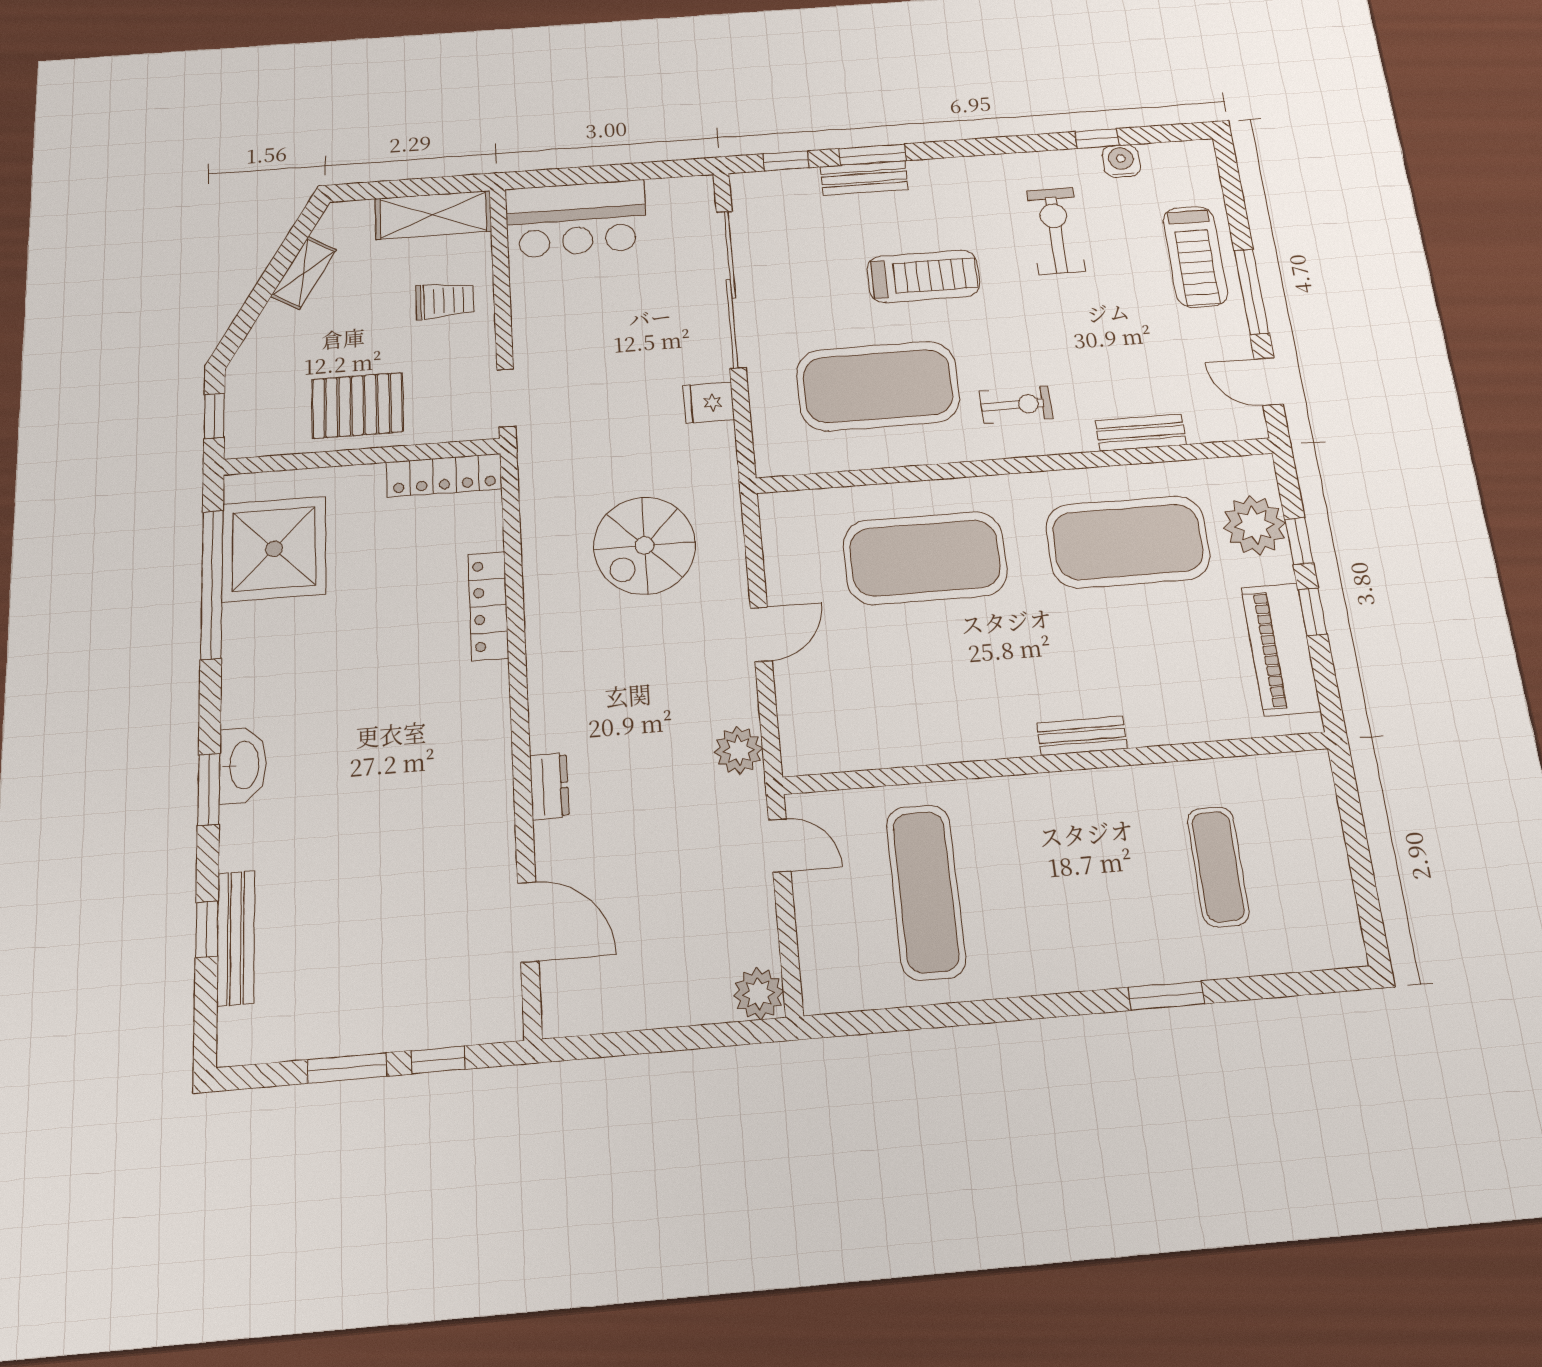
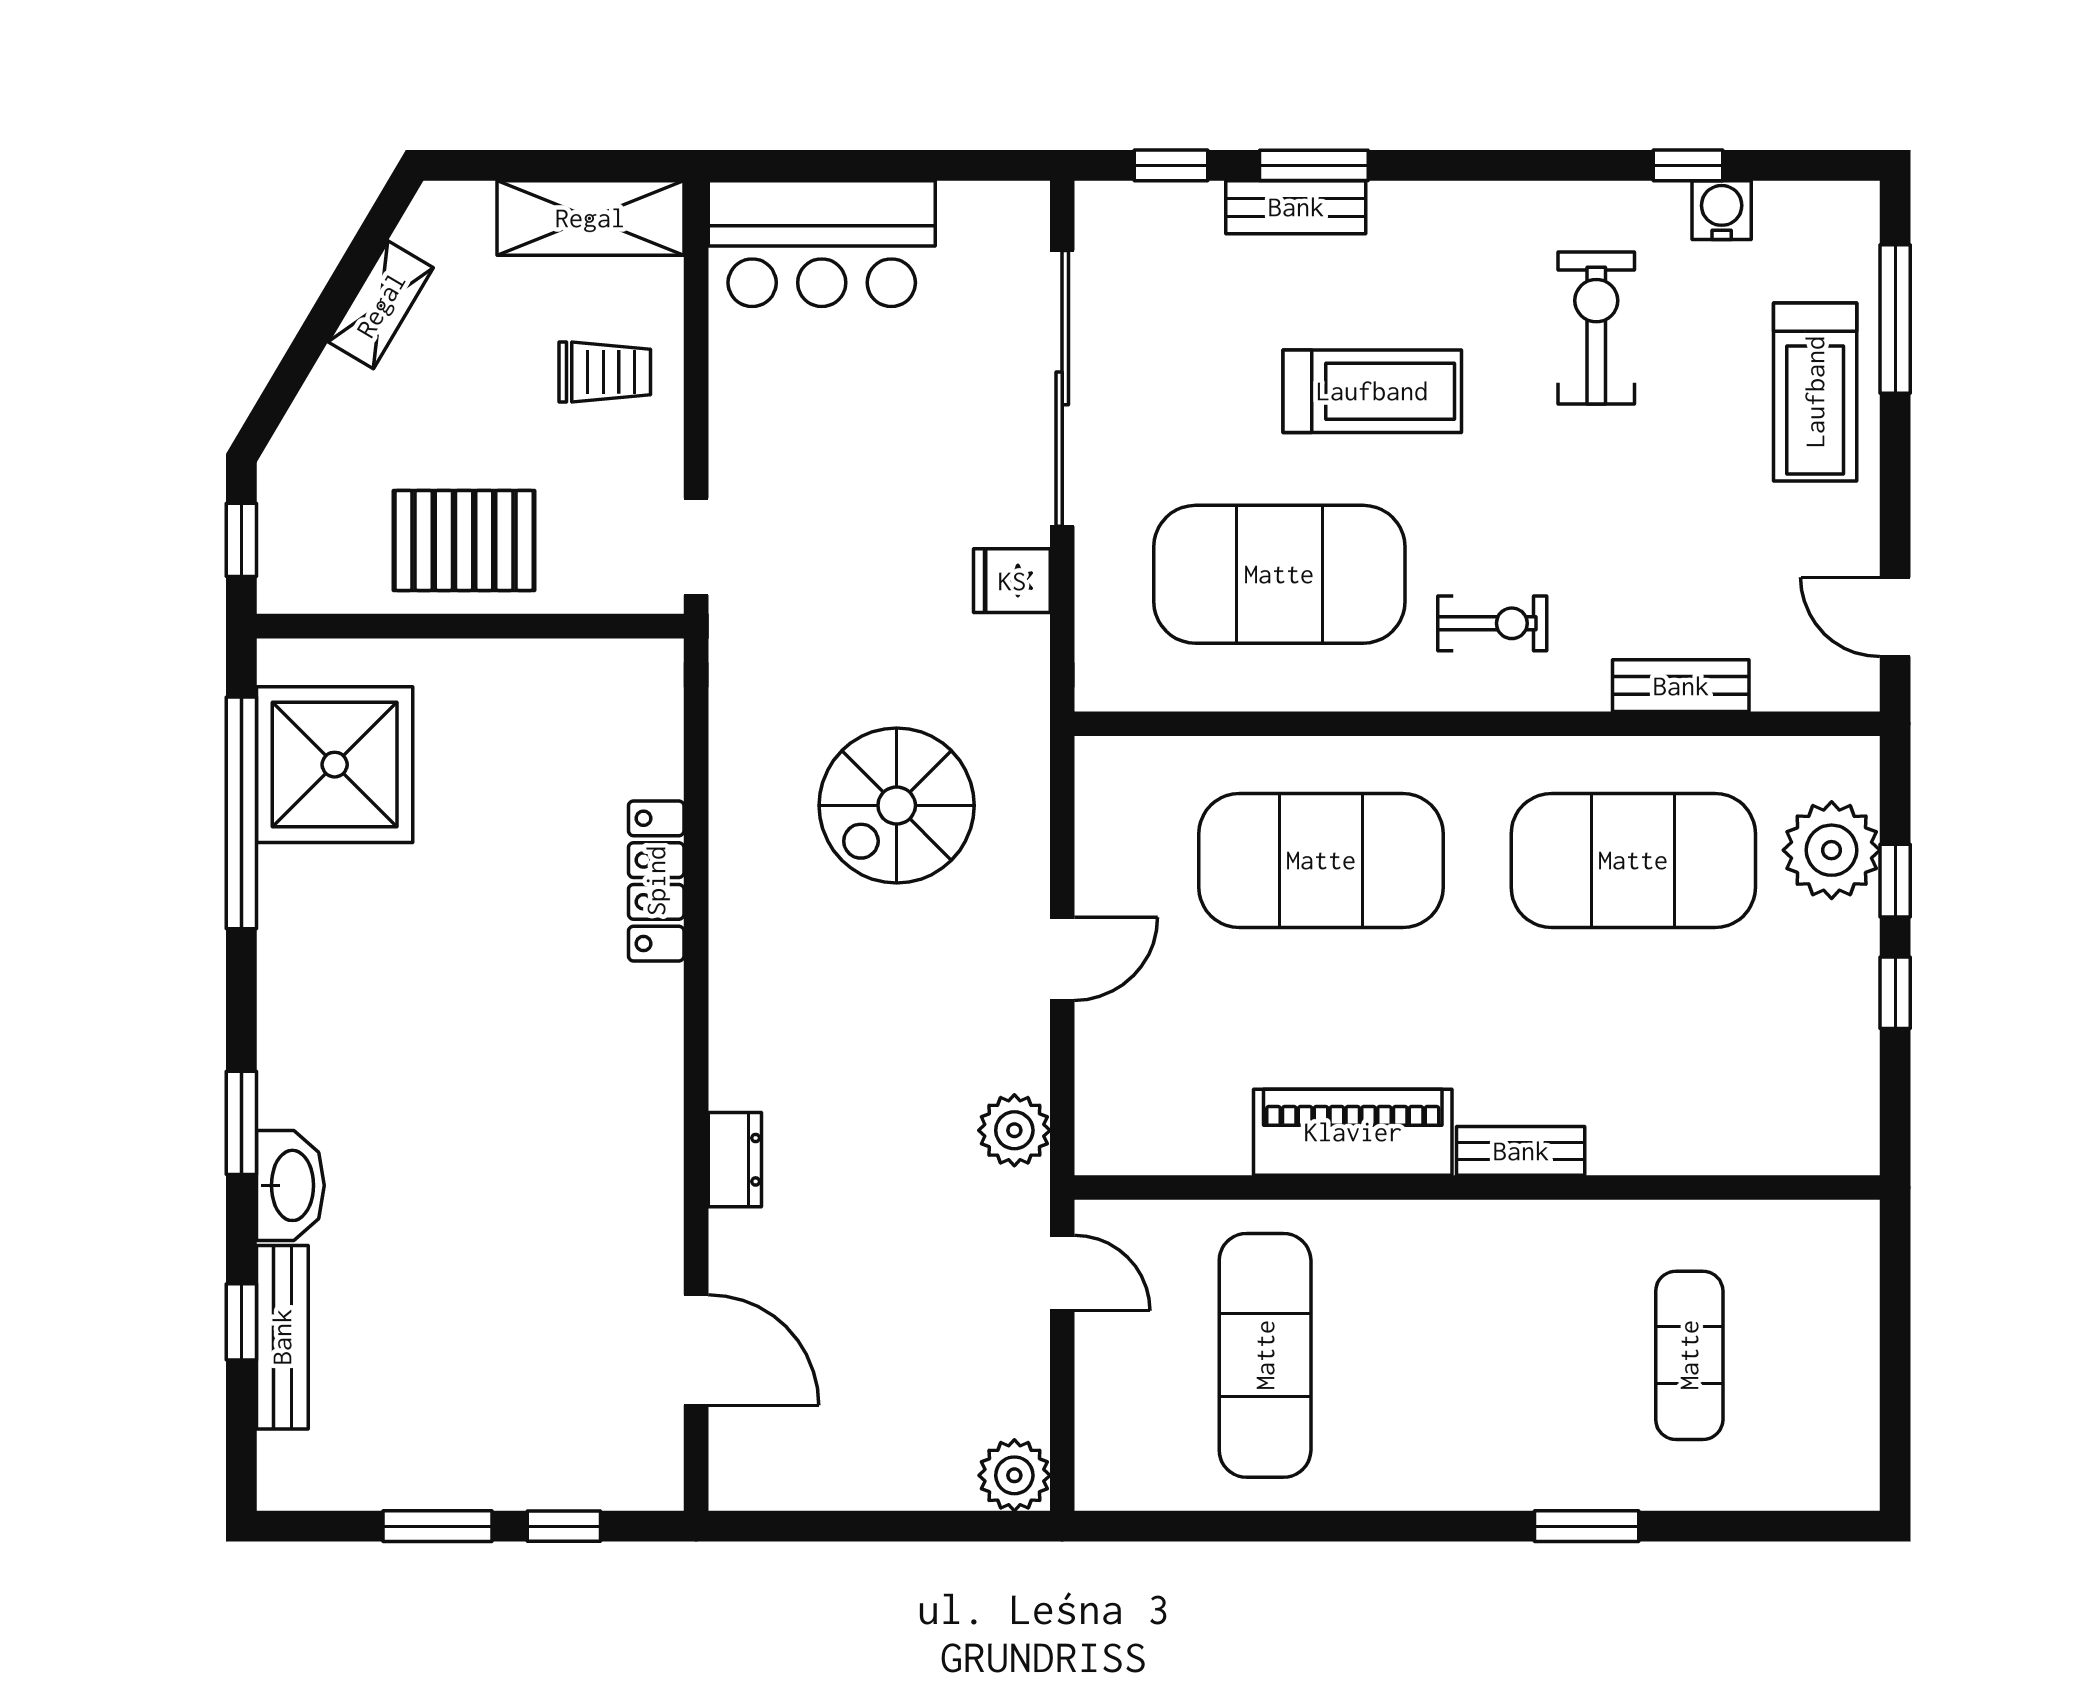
window: (1251, 292) -> (1895, 319), moved
locker: (444, 475) -> (596, 667), removed
piano: (1281, 649) -> (1353, 1132), moved, turned 90
washbasin: (243, 765) -> (290, 1185), moved

